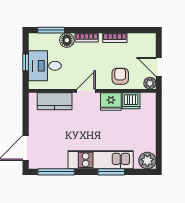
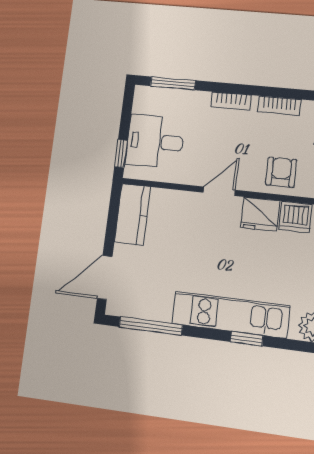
floor lamp: (67, 40) -> (197, 102), removed
window: (26, 62) -> (121, 154), moved
kitchen counter: (55, 101) -> (132, 215), moved, turned -90
window: (111, 172) -> (247, 339), width x0.67

